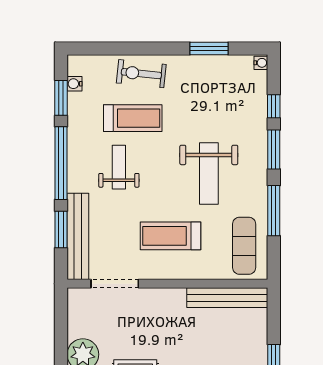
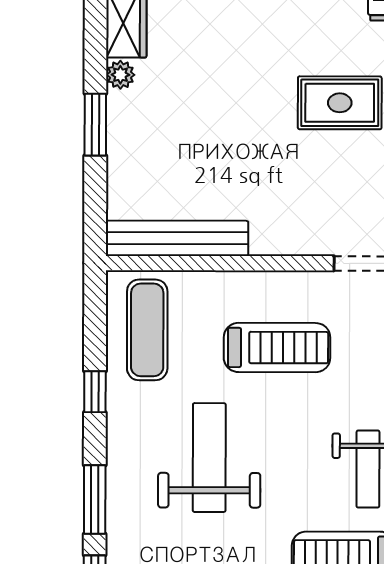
window: (274, 211) -> (95, 392), width x0.46

